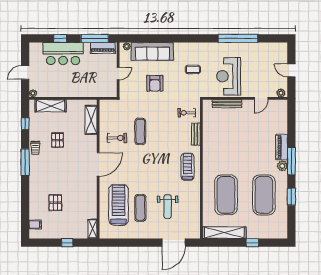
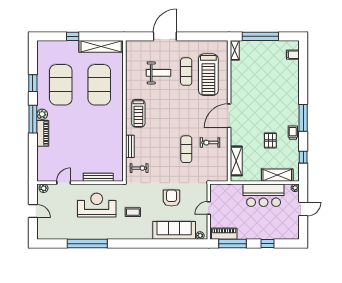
bar counter: (63, 54) -> (264, 195), moved, turned 180
reception desk: (229, 76) -> (97, 205), turned -90
pallet: (55, 203) -> (272, 77), removed
weight bench: (168, 207) -> (159, 73), turned 90
window: (67, 243) -> (260, 36), width x3.17
door: (174, 243) -> (165, 36), moved

